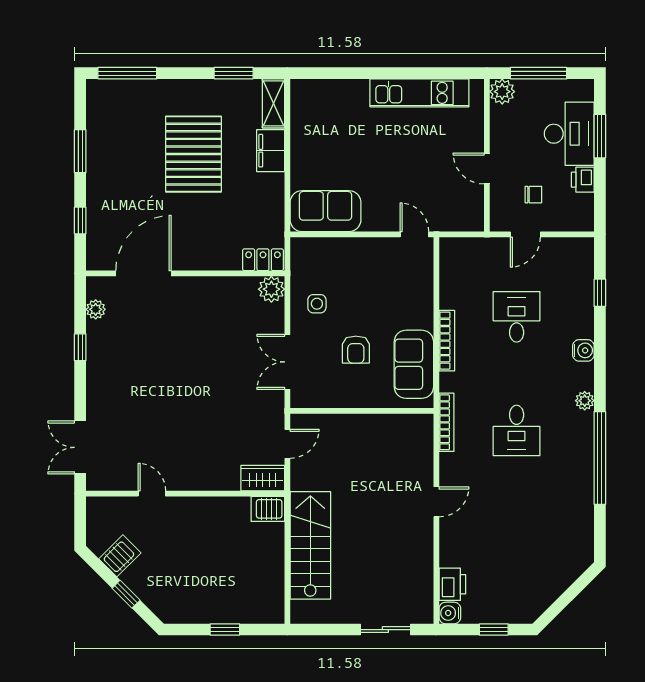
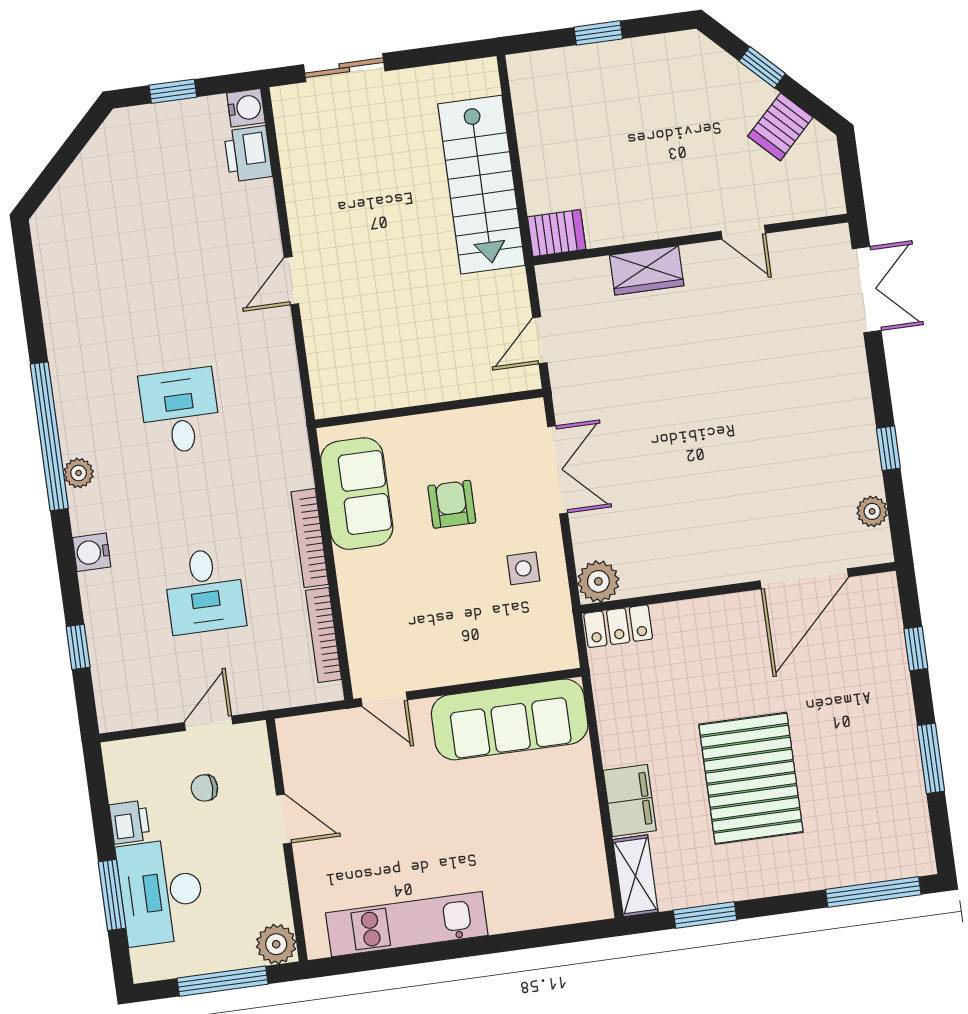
sofa: (325, 211) -> (510, 719), width x1.36
bookcase: (447, 422) -> (323, 635), moved
window: (600, 458) -> (49, 436), moved
wardrobe: (263, 478) -> (647, 270), moved

